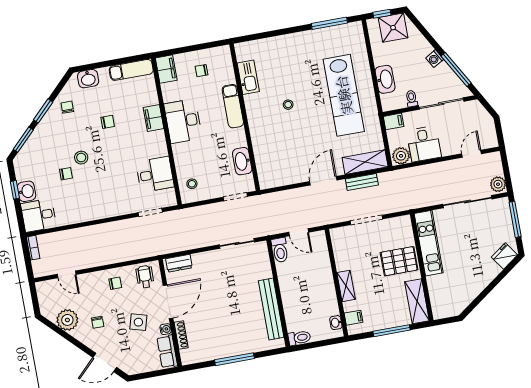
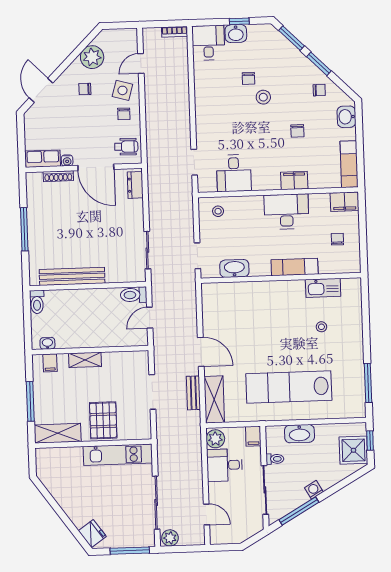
stool: (288, 105) -> (321, 327), moved
side table: (138, 322) -> (122, 90), moved

